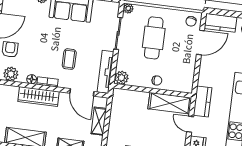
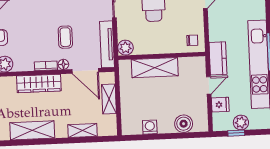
floor lamp: (32, 79) -> (63, 64), moved
chair: (157, 80) -> (192, 40), moved
shelving: (170, 103) -> (155, 68), moved
door: (190, 124) -> (209, 85), swing flipped

